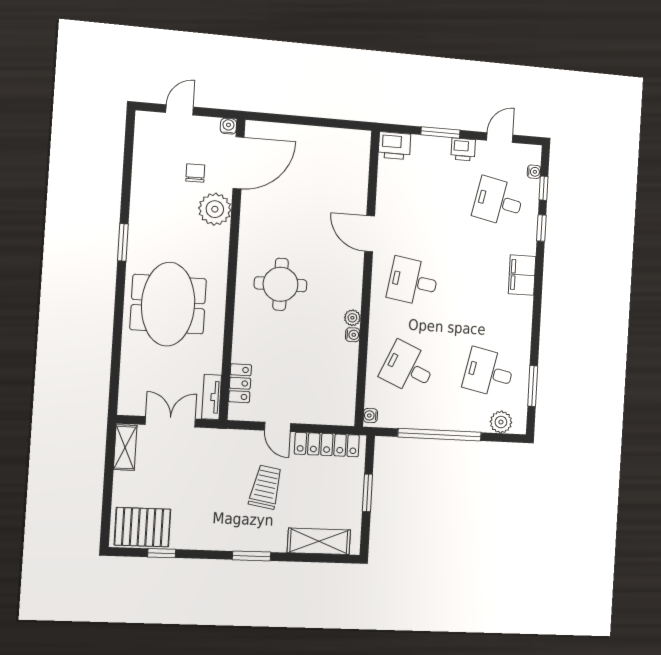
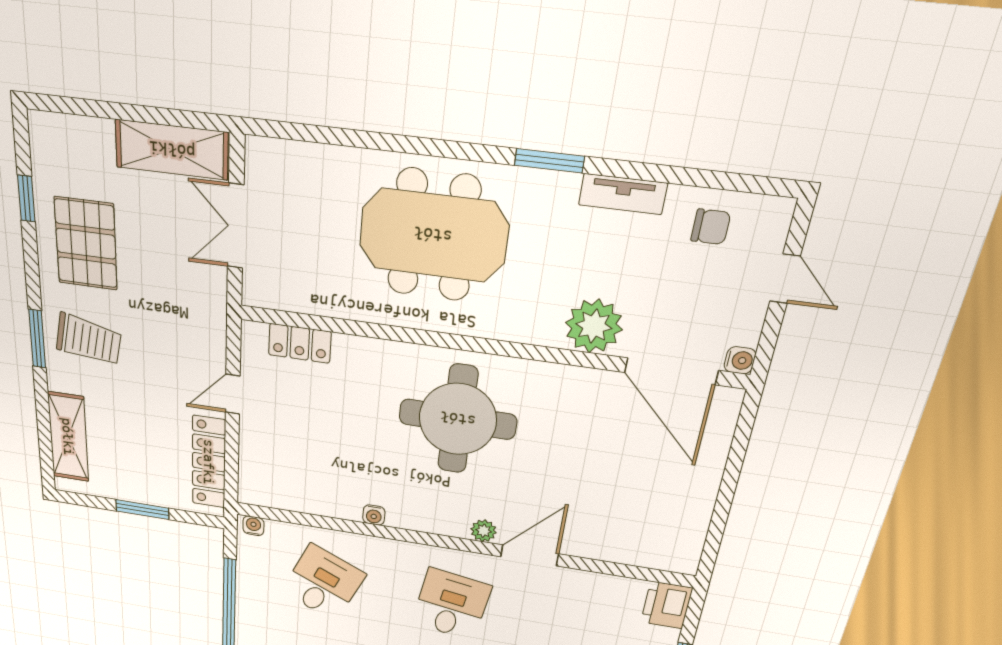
chair: (195, 173) -> (711, 227), moved
round table: (281, 284) -> (458, 419), width x1.36, depth x1.36
plant: (352, 318) -> (484, 531), moved
tv unit: (212, 397) -> (623, 194), moved, turned 180
double door: (170, 422) -> (236, 226), swing flipped
shelving: (125, 448) -> (172, 150), width x1.50, depth x1.33
trolley: (266, 487) -> (89, 340), moved
pallet: (143, 527) -> (86, 244), moved

